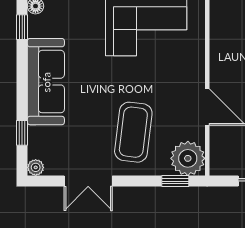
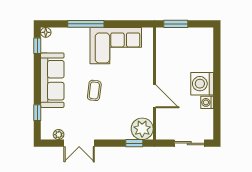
coffee table: (133, 132) -> (94, 90), moved, width x0.54, depth x0.58
plant: (36, 167) -> (59, 135), moved

